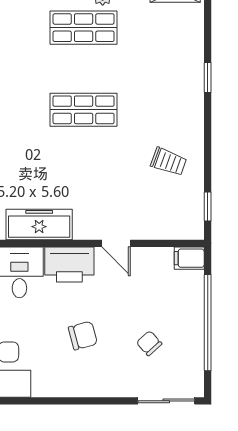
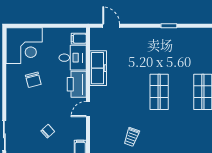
chair: (83, 336) -> (33, 80), moved
chair: (149, 343) -> (48, 131), moved

